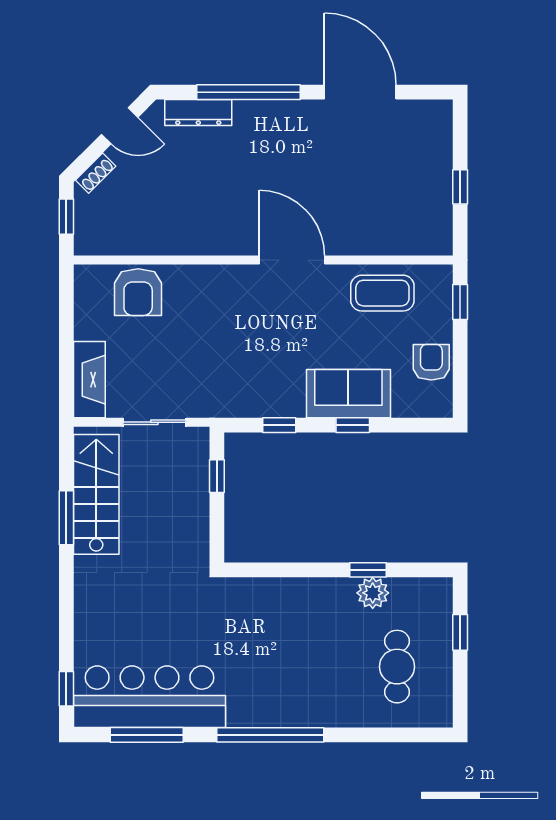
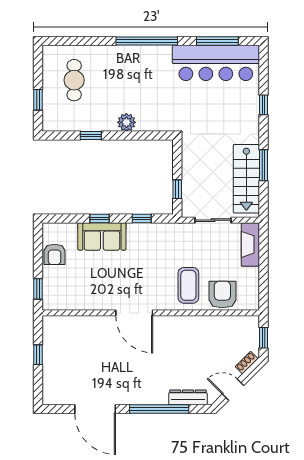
coffee table: (382, 293) -> (188, 285), moved, turned 90
plant: (373, 593) -> (126, 122), moved
window: (66, 689) -> (263, 105), moved

